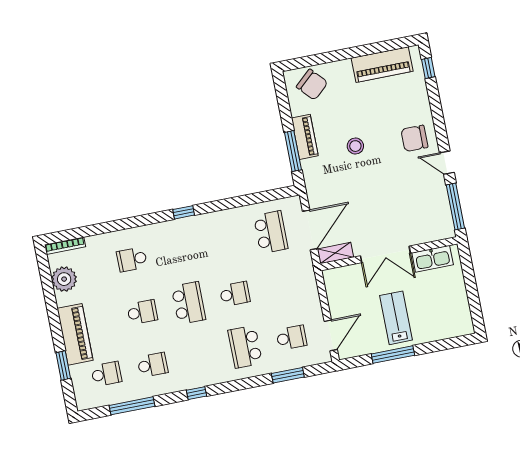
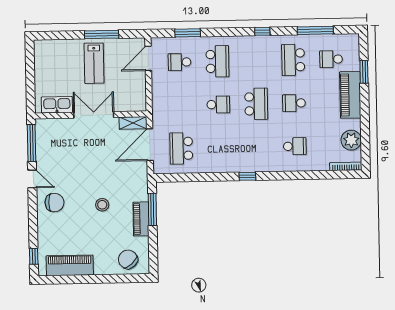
school desk: (235, 294) -> (218, 105), turned 180
school desk: (189, 303) -> (256, 104), turned 180
school desk: (153, 365) -> (293, 60), width x1.85

